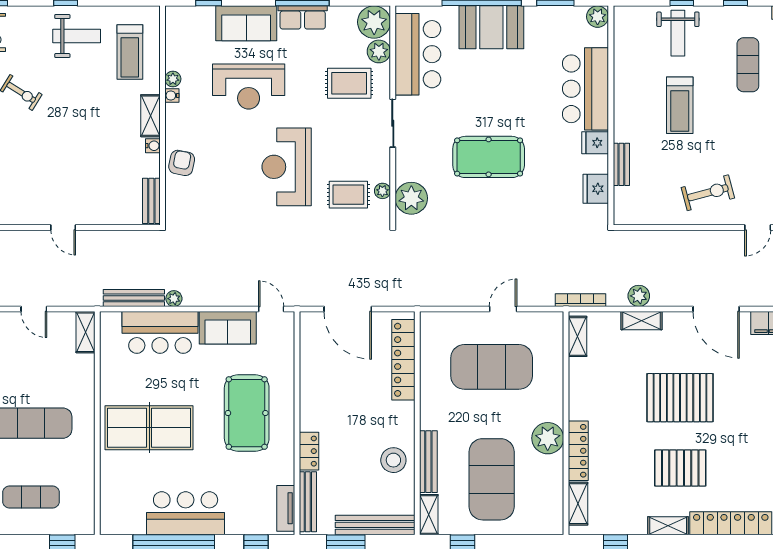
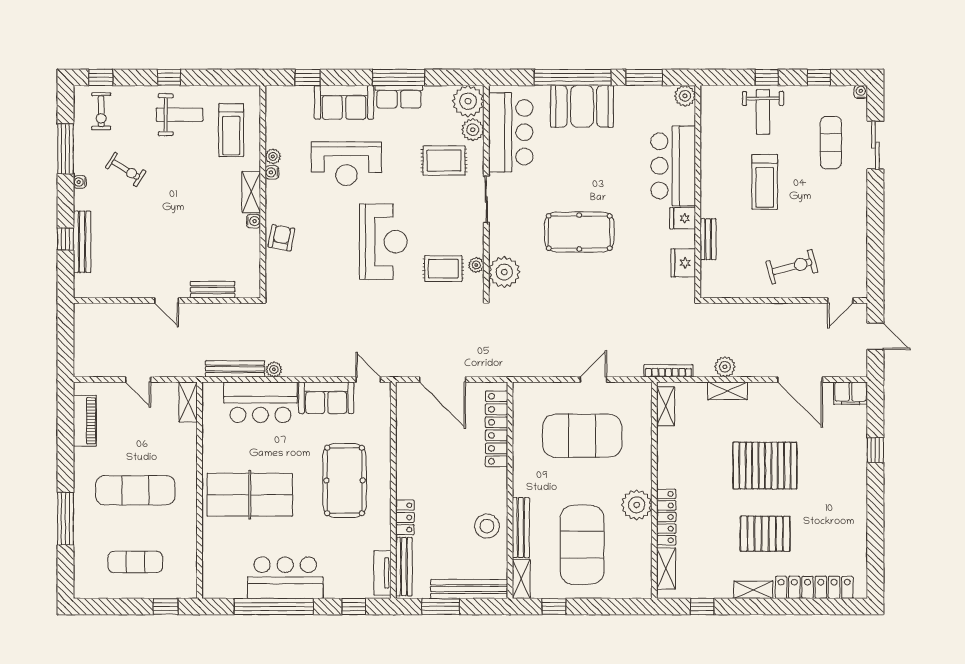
reception desk: (287, 167) -> (383, 242), turned 180
bench: (151, 201) -> (213, 290), moved, turned 90

